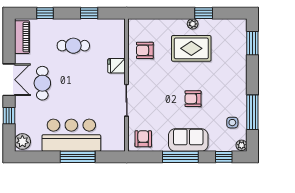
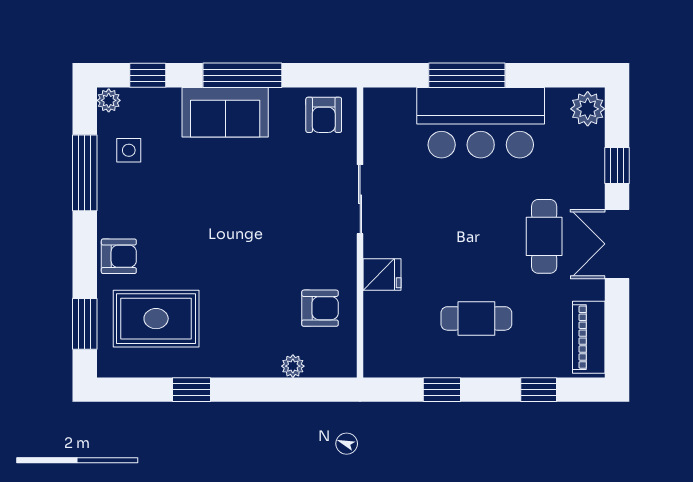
plant: (193, 24) -> (293, 366), moved
rug: (191, 48) -> (156, 319), moved
armchair: (193, 99) -> (119, 256), moved

